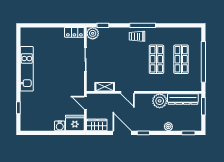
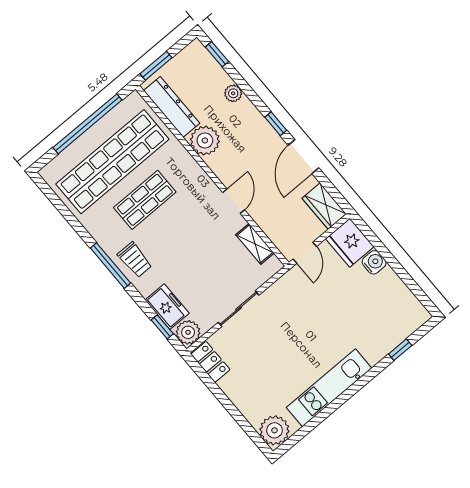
freezer: (109, 34) -> (167, 307), added
plant: (28, 35) -> (274, 430), added
shop shelf: (181, 59) -> (112, 162), width x2.00, depth x1.36

